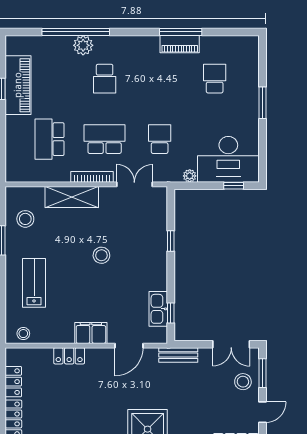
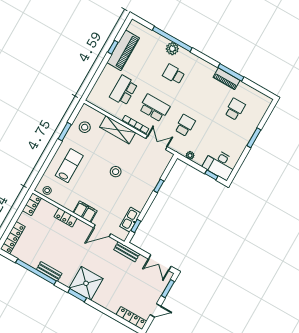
school desk: (105, 79) -> (174, 74), turned 90
desk: (228, 159) -> (220, 164), width x0.73, depth x0.77
locker: (13, 382) -> (32, 204), moved
stool: (243, 382) -> (154, 287), removed

